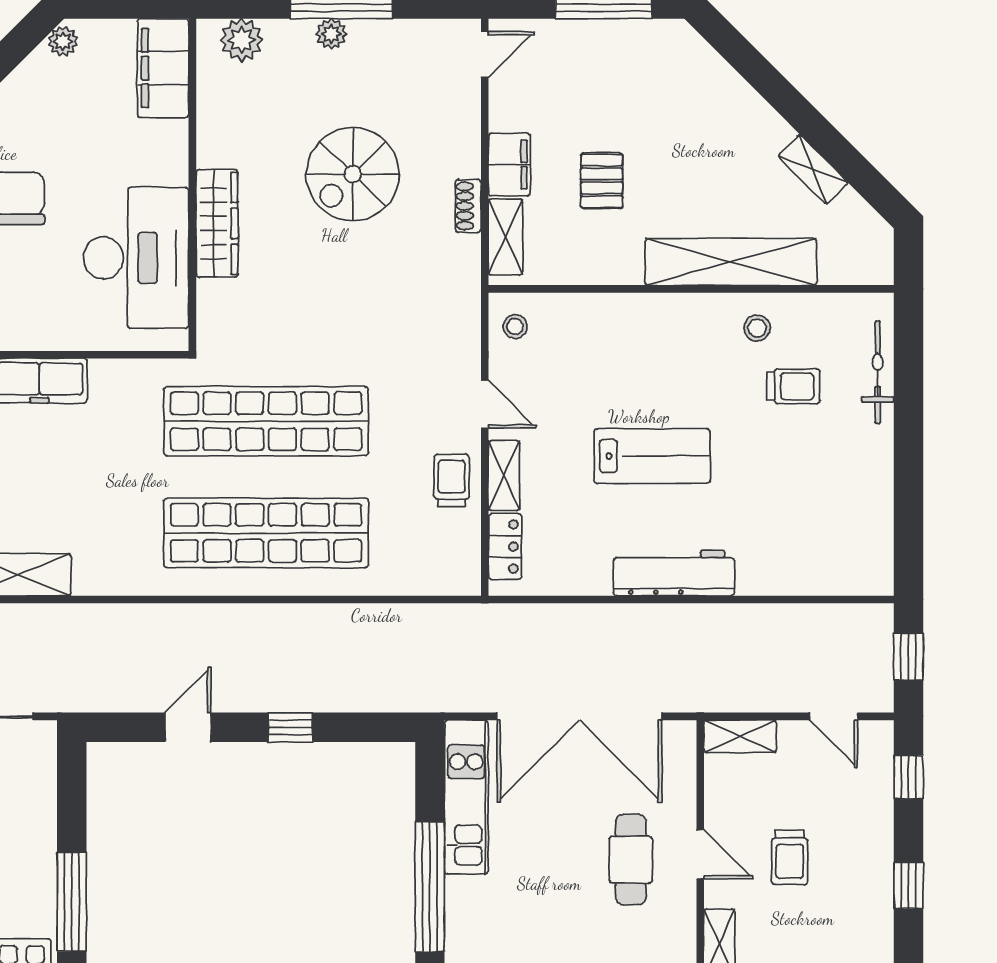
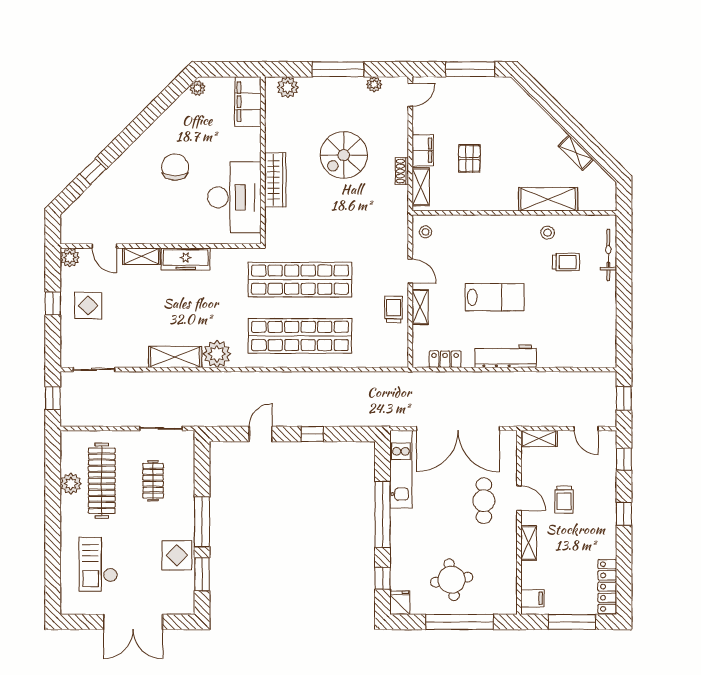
plant: (331, 34) -> (374, 84), moved
shelving: (731, 262) -> (548, 199), width x0.68
locker: (505, 547) -> (445, 359), moved, turned -90
plant: (101, 568) -> (217, 354), added

